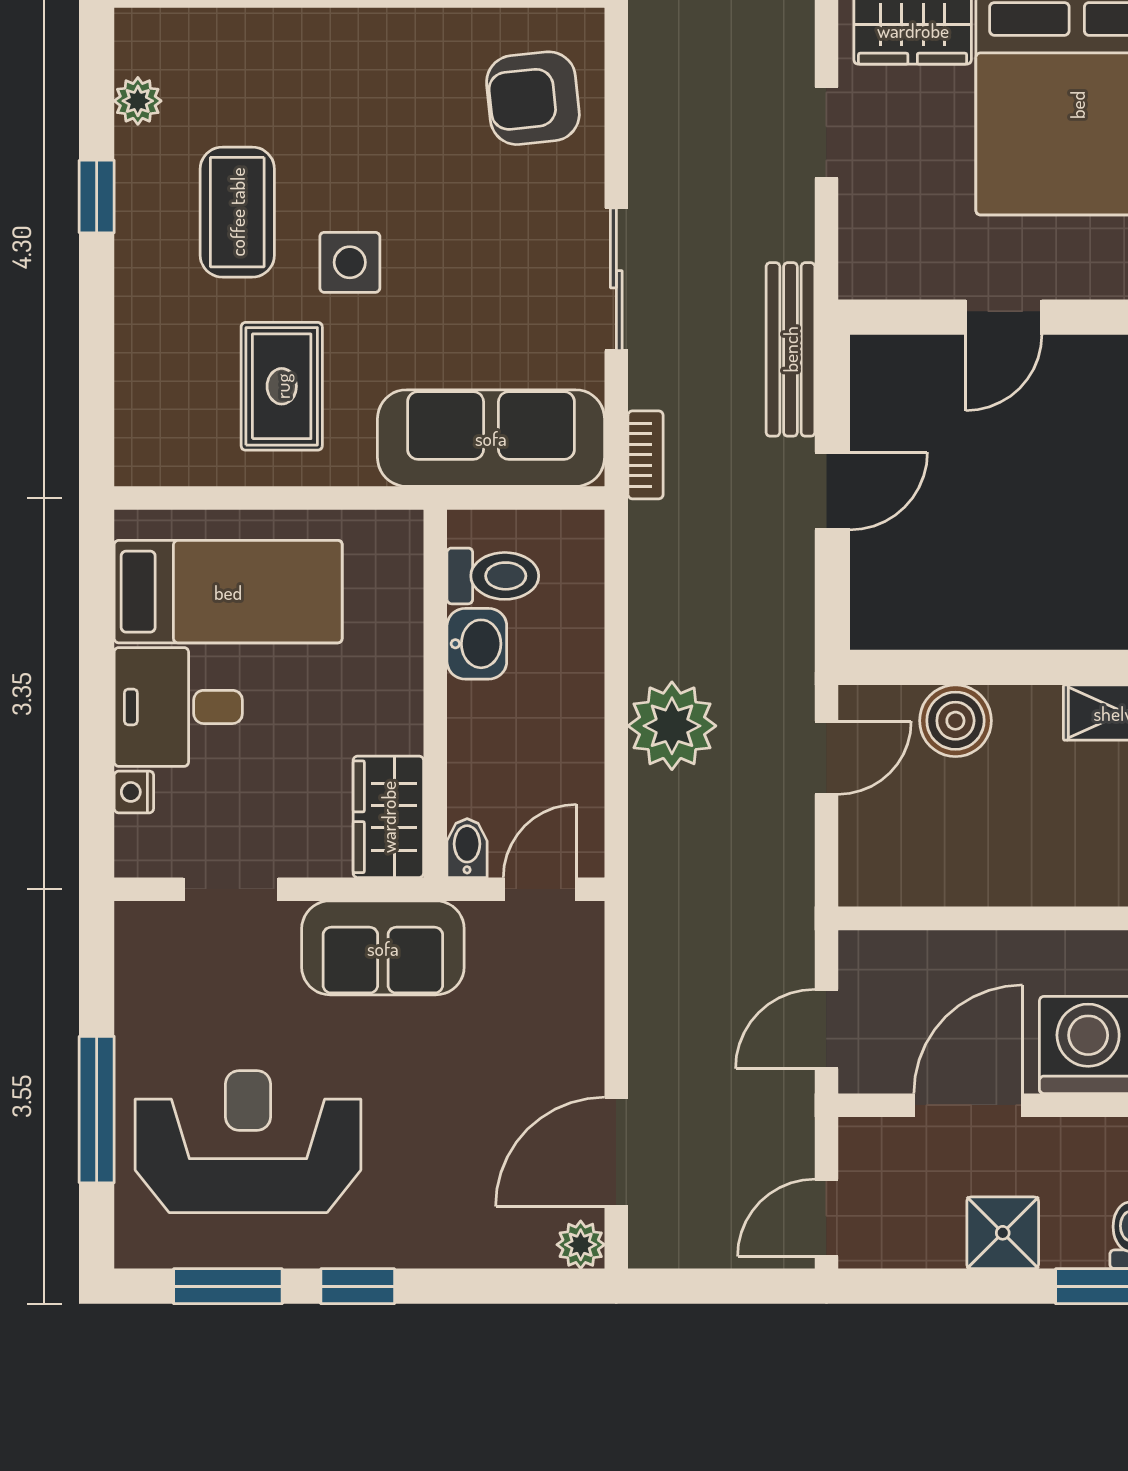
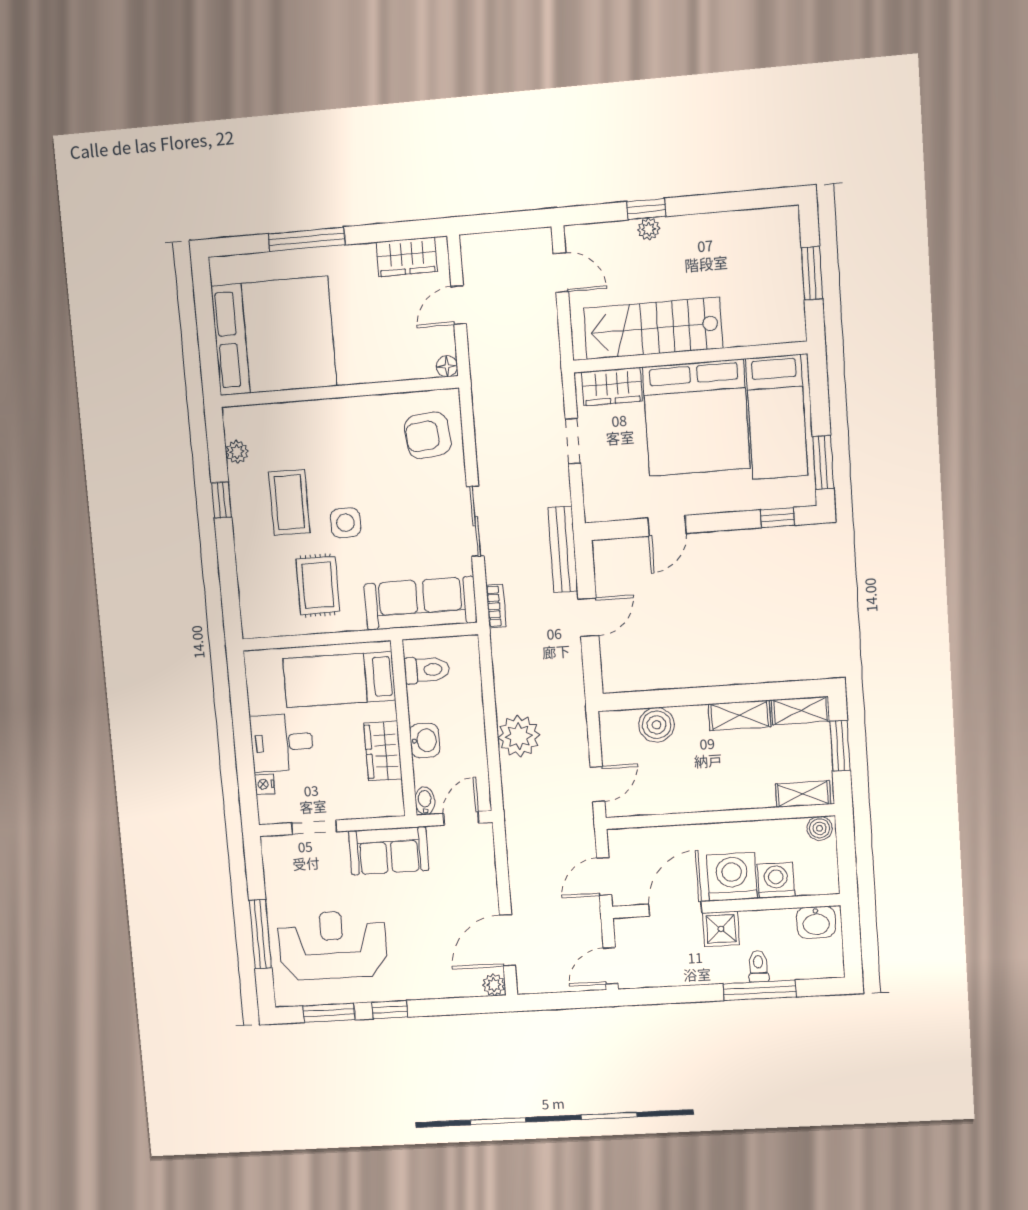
bed: (228, 592) -> (339, 679), moved, turned 180
washbasin: (477, 644) -> (425, 740), moved
door: (826, 758) -> (597, 784), moved
wardrobe: (388, 817) -> (383, 751), moved
shower: (1003, 1233) -> (721, 929), moved

